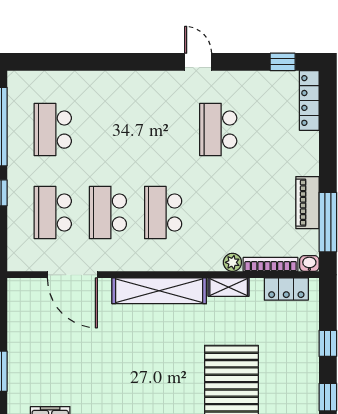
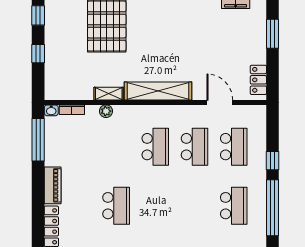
piano: (307, 203) -> (53, 185), moved
bookcase: (271, 264) -> (72, 110), width x0.64
door: (72, 275) -> (220, 102), width x0.73
locker: (286, 289) -> (258, 80), moved, turned -90

